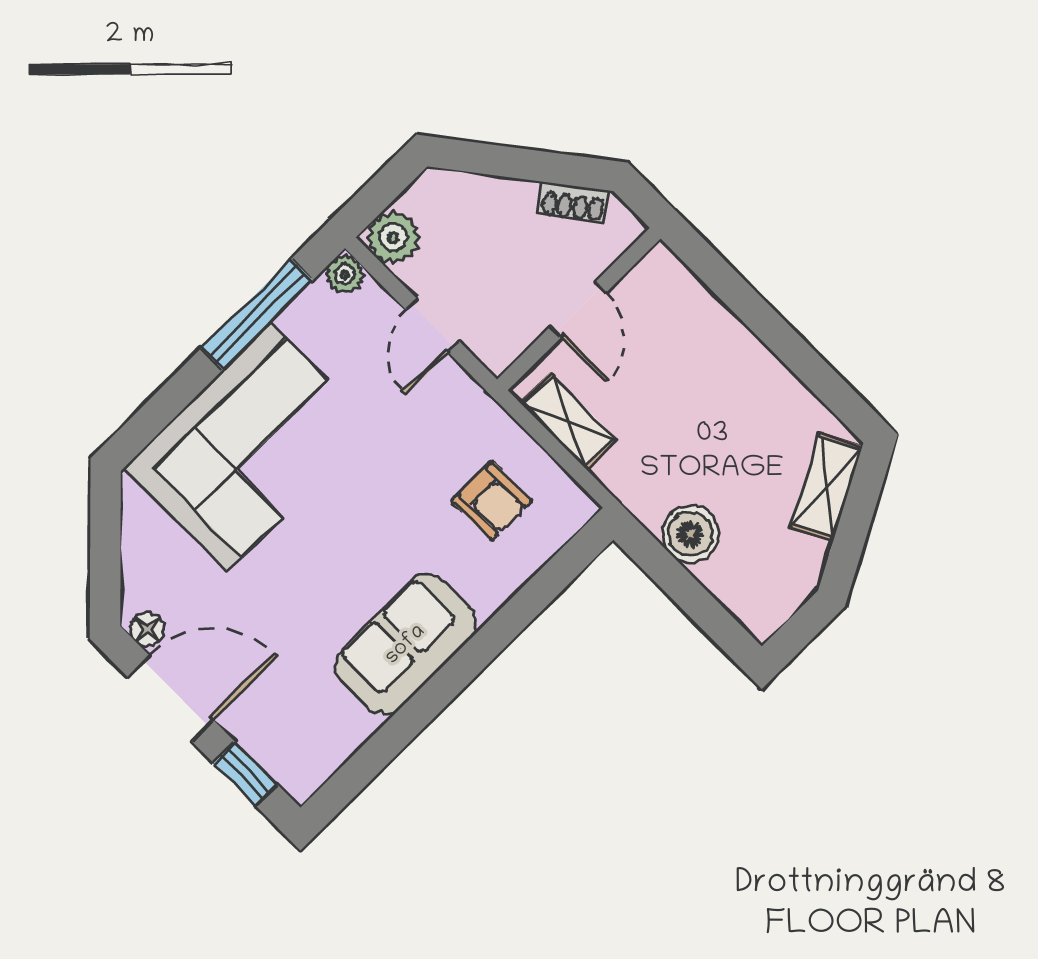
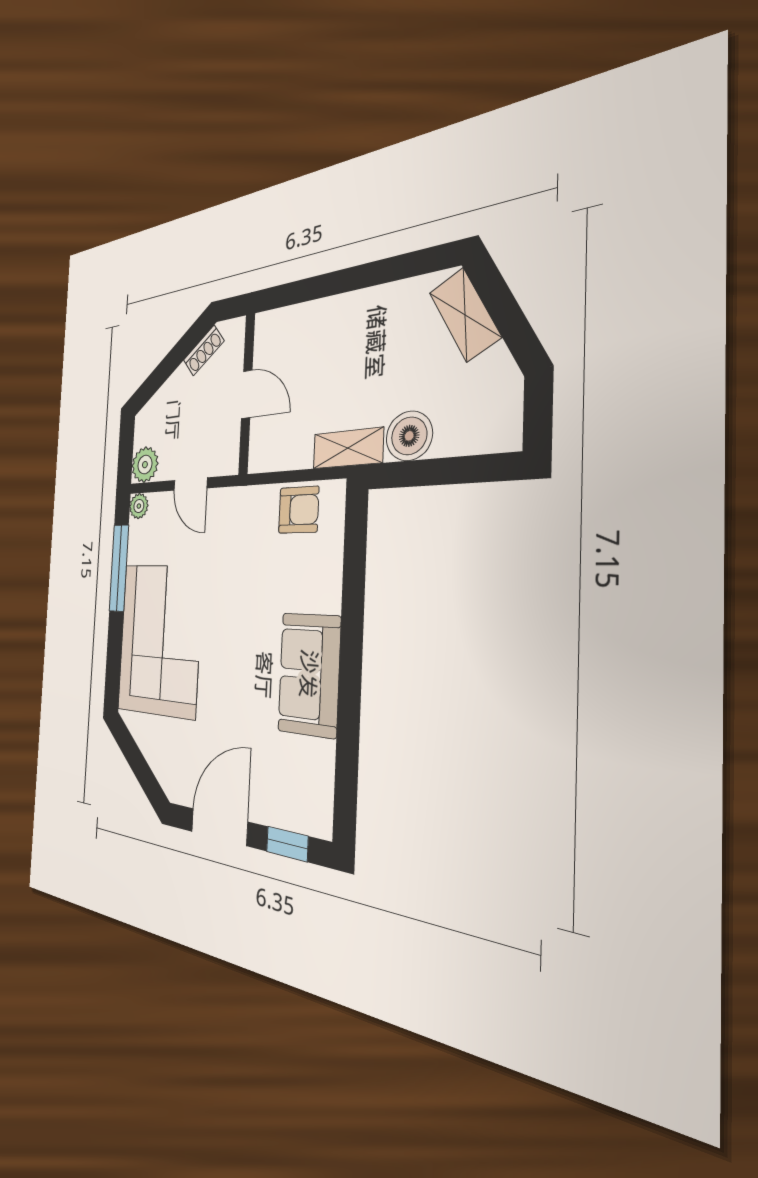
shelving: (569, 421) -> (348, 448), moved
armchair: (492, 501) -> (299, 510), moved
floor lamp: (147, 629) -> (182, 793), removed

